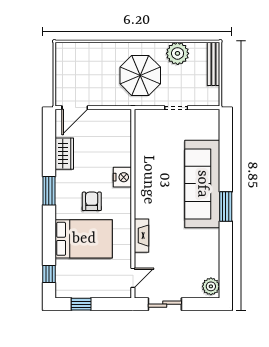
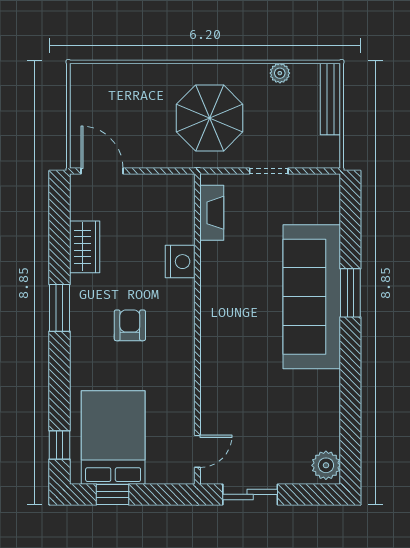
plant: (178, 53) -> (280, 73), width x0.53, depth x0.53
door: (75, 108) -> (102, 171), swing flipped
nightstand: (122, 177) -> (180, 262), moved
window: (226, 207) -> (350, 293), moved
fireplace: (141, 236) -> (212, 213), moved
bed: (84, 239) -> (113, 438), moved, turned -90

